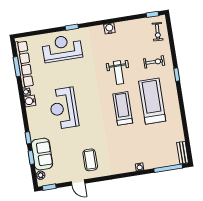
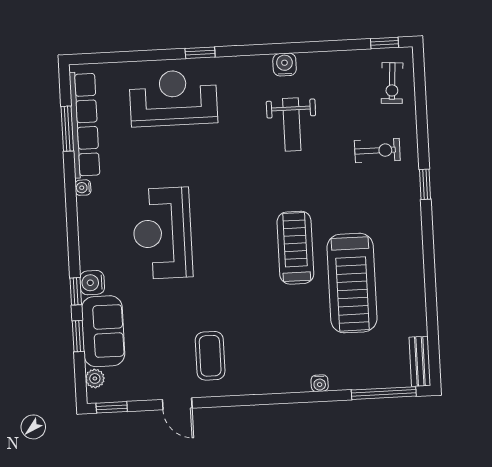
weight bench: (119, 73) -> (292, 124), moved
water cooler: (30, 101) -> (92, 283), moved
treadmill: (152, 101) -> (352, 283), moved, turned 180

